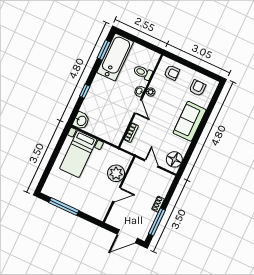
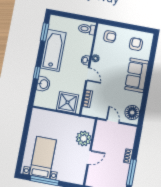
bathtub: (115, 57) -> (53, 50), moved
toilet: (143, 73) -> (87, 29), moved
washbasin: (81, 121) -> (43, 84), moved
shower: (109, 131) -> (68, 102), added
bed with nightstands: (78, 154) -> (43, 157), moved, turned 180

